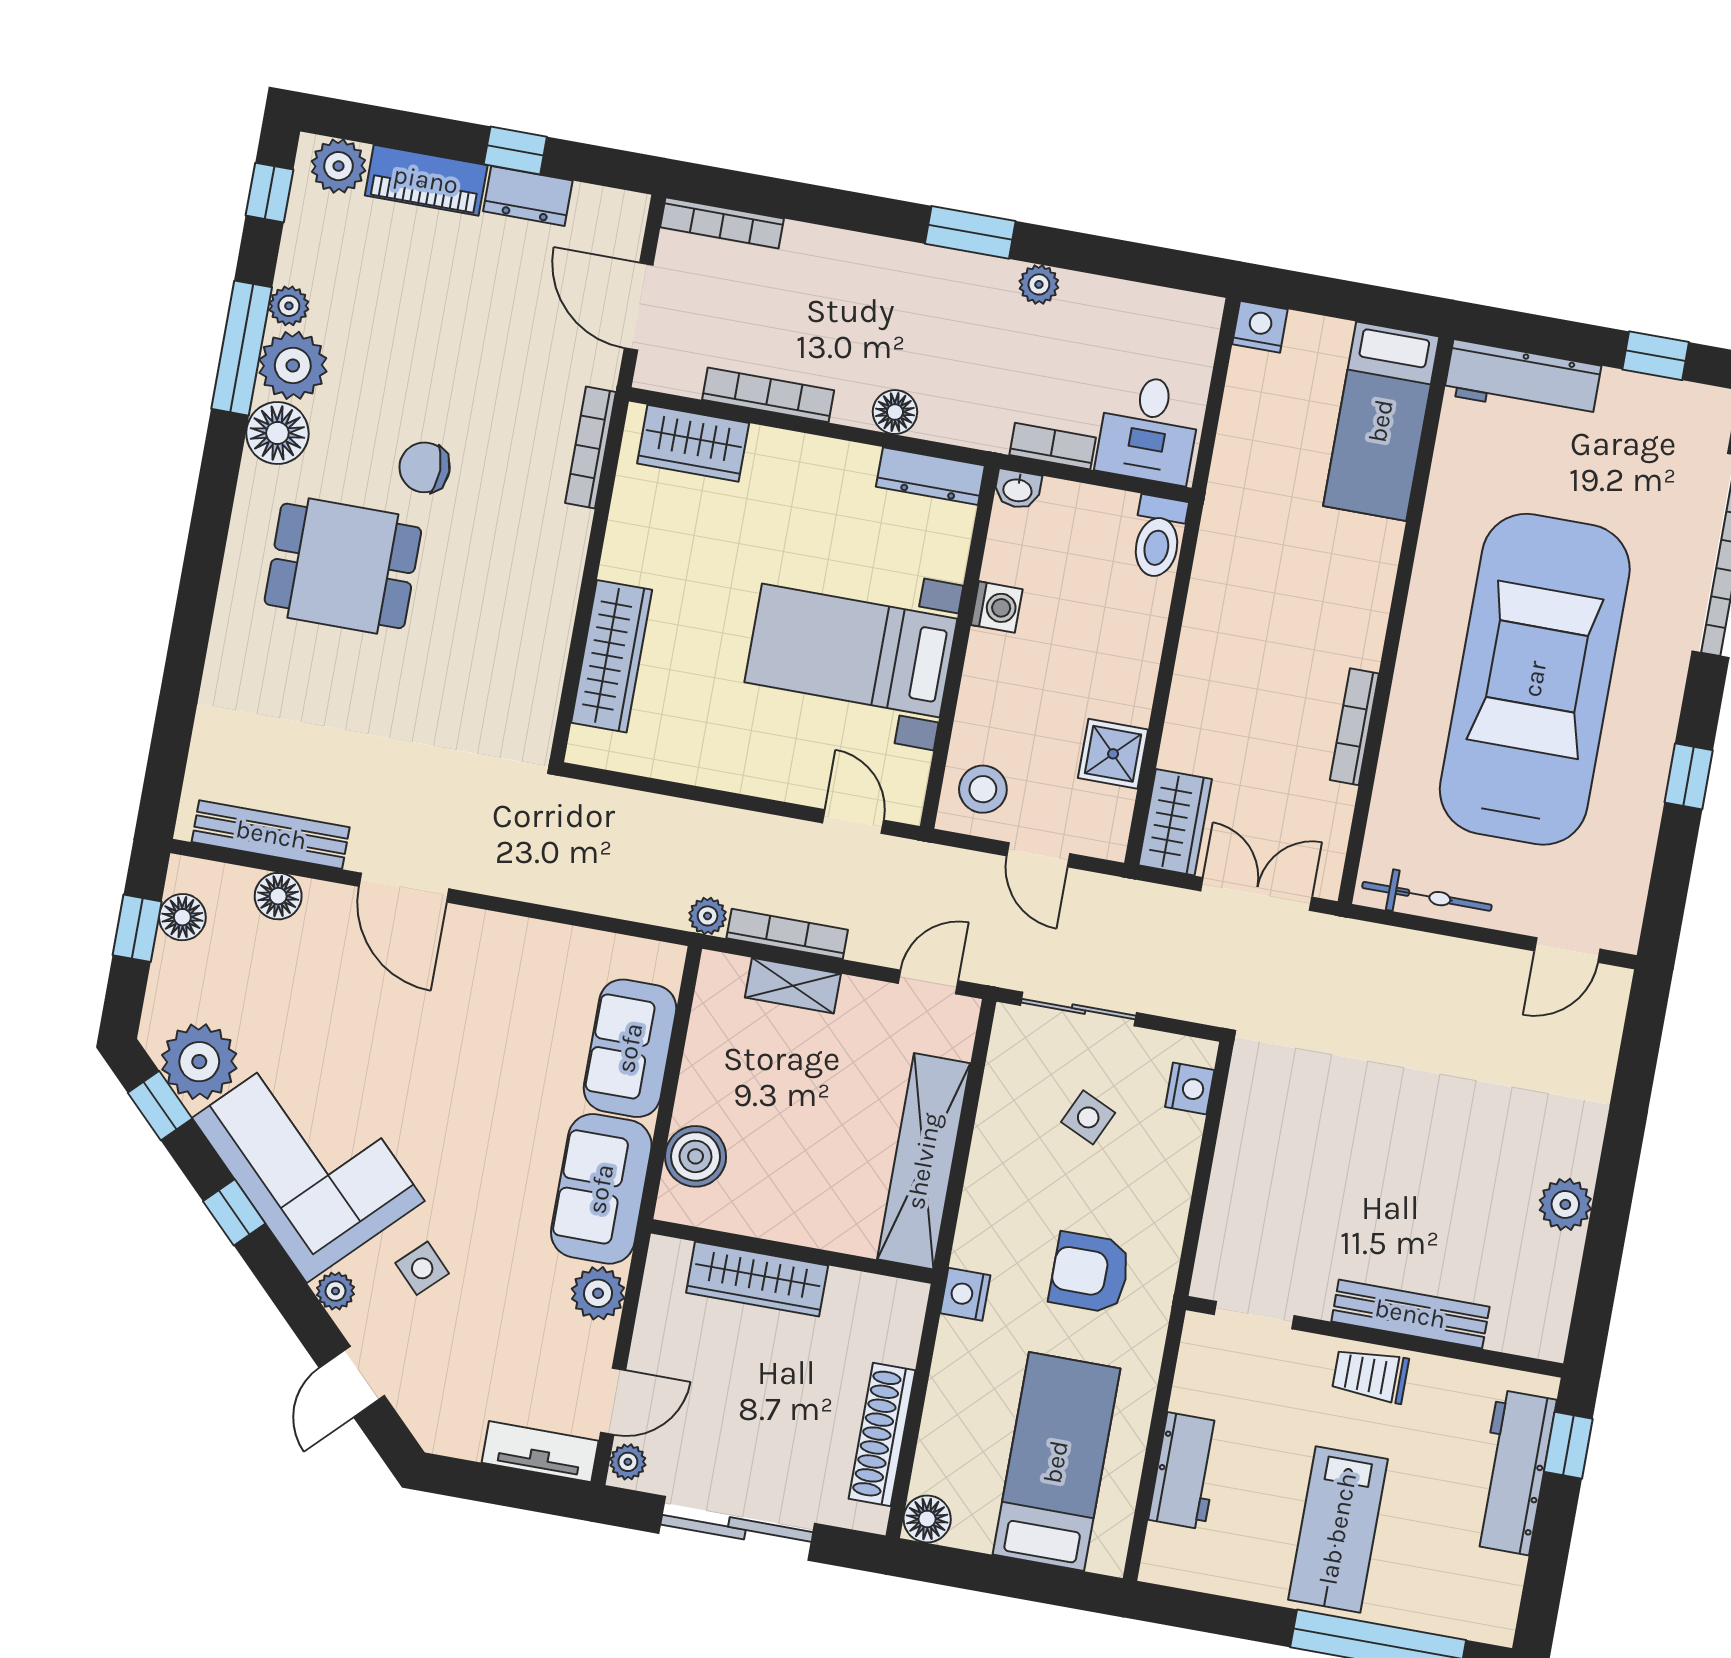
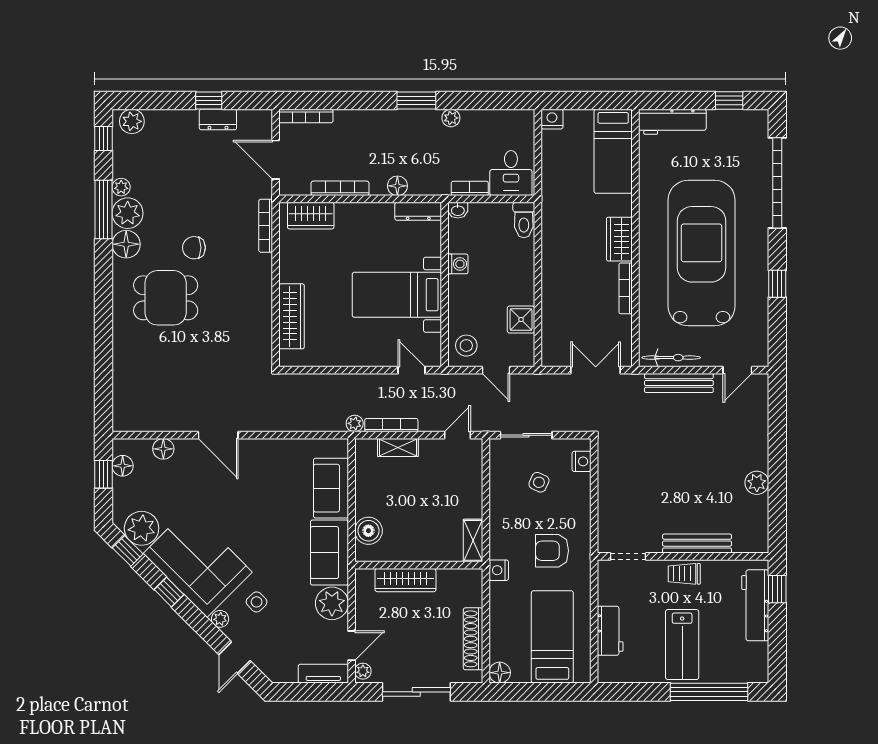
piano: (426, 180) -> (172, 121), removed
wardrobe: (1175, 822) -> (619, 239), moved, turned 180
bench: (271, 835) -> (679, 383), moved
shelving: (924, 1161) -> (473, 540), width x0.45, depth x0.75
plant: (598, 1293) -> (332, 603), width x1.36, depth x1.36

